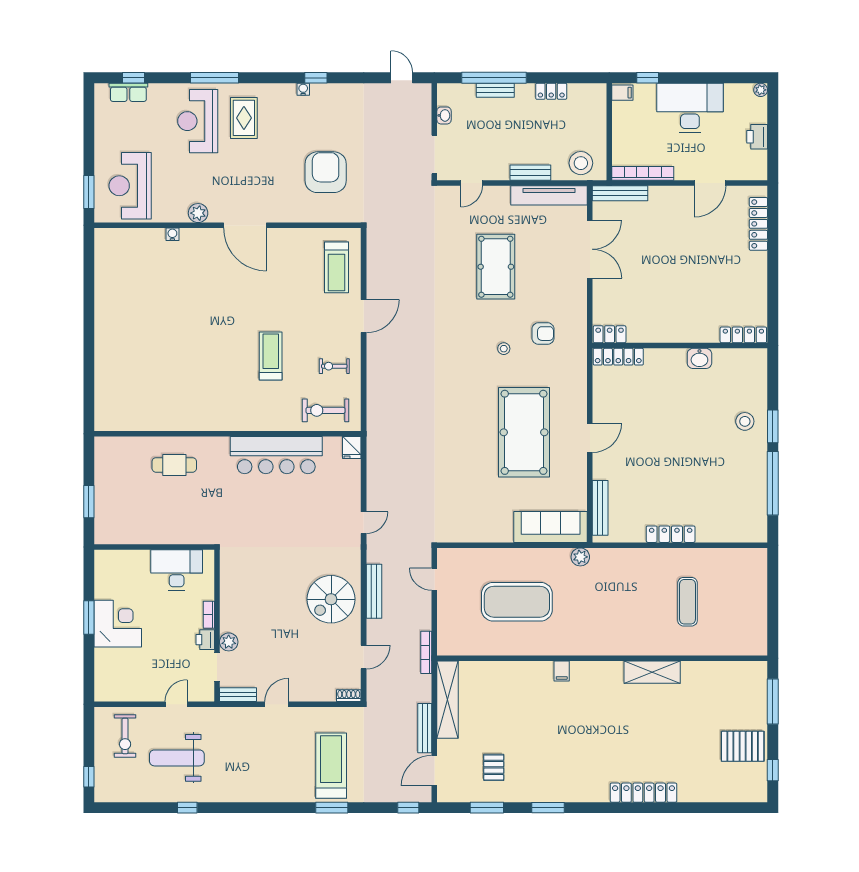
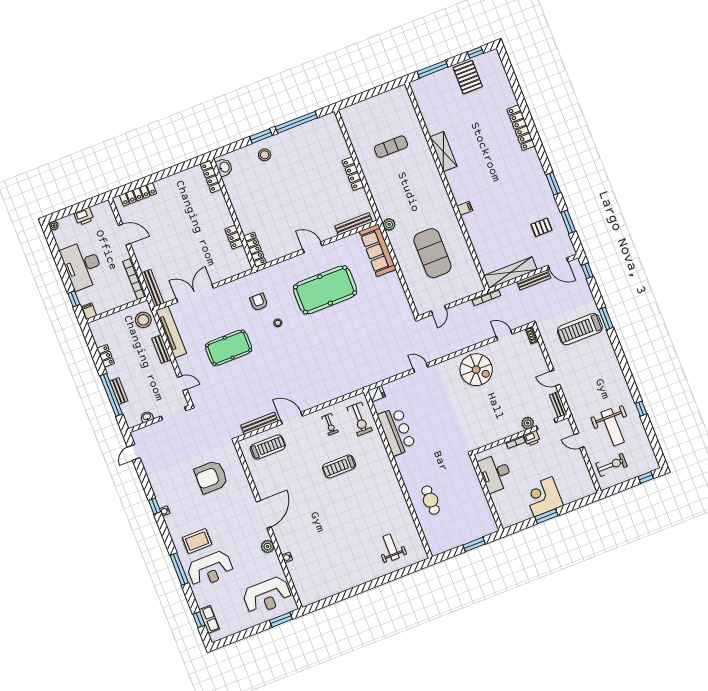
locker: (610, 334) -> (234, 237), moved
washbasin: (699, 358) -> (224, 167), moved
weight bench: (130, 385) -> (391, 547), added
bar counter: (276, 455) -> (397, 431), width x0.73
bench: (374, 591) -> (259, 423), moved

